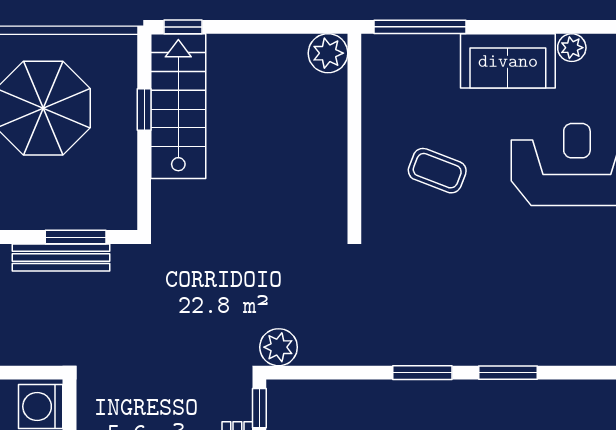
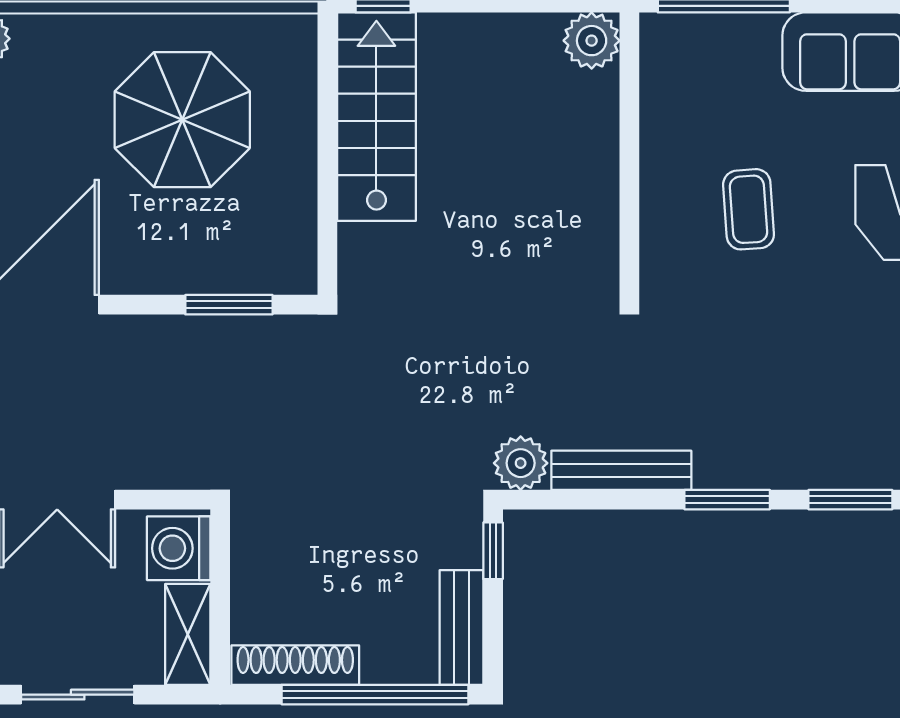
window: (144, 109) -> (327, 121), removed
coffee table: (437, 171) -> (749, 209), turned 65
bench: (61, 257) -> (621, 470), moved

